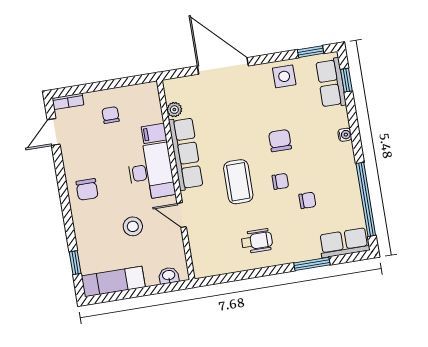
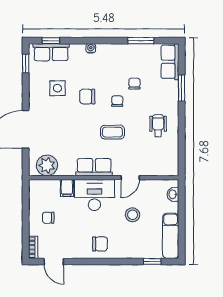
side table: (284, 76) -> (57, 88), moved
plant: (174, 110) -> (47, 165), width x1.87, depth x1.87
row of seats: (186, 153) -> (94, 167), width x0.68
coffee table: (238, 182) -> (112, 132), width x0.73, depth x0.77
window: (366, 199) -> (141, 41), width x0.47

